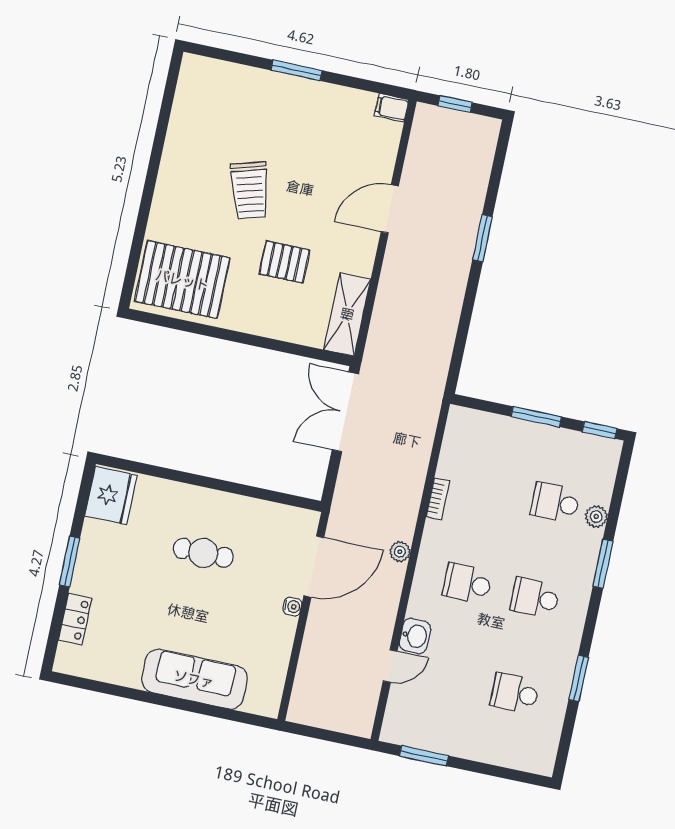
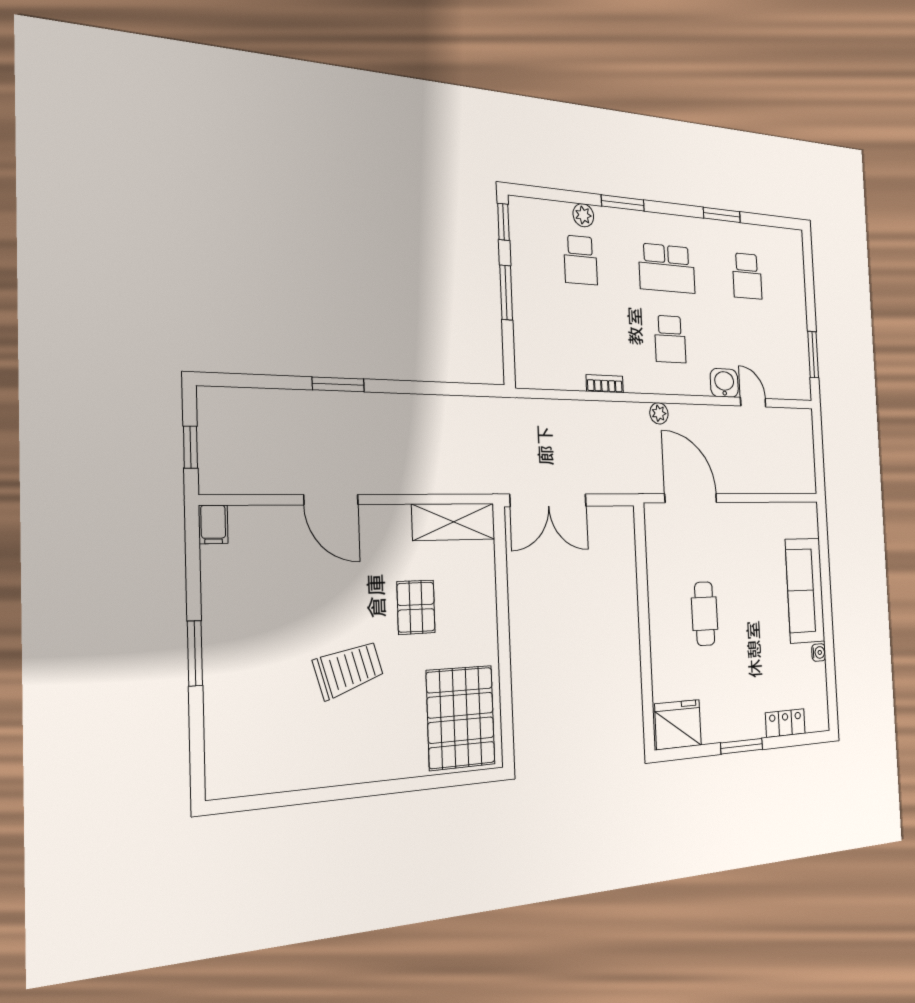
school desk: (535, 598) -> (667, 268), width x1.85
water cooler: (292, 607) -> (819, 653), moved, turned 90

